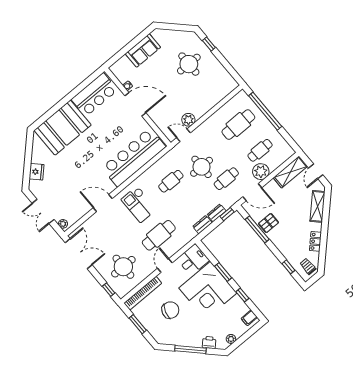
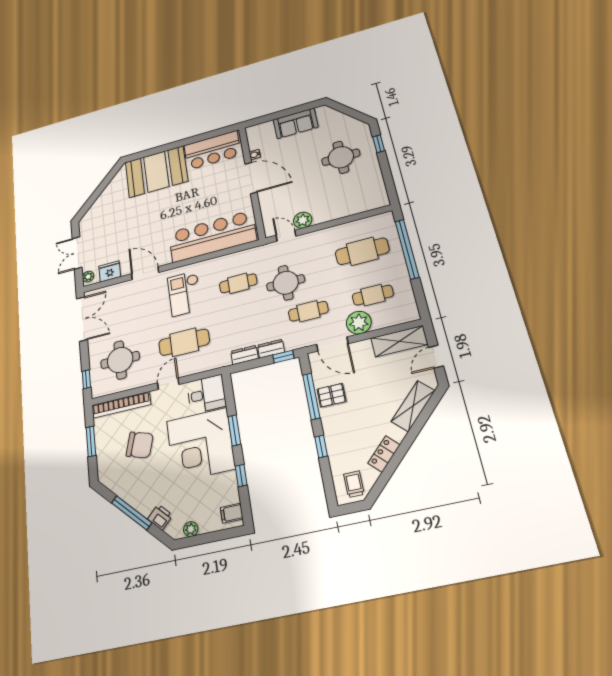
fridge: (36, 172) -> (110, 271), moved, turned -135
window: (288, 267) -> (321, 446), moved

